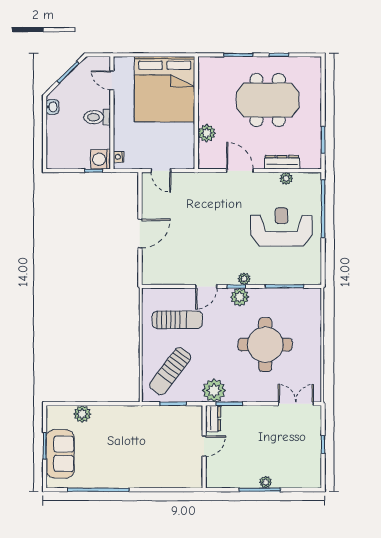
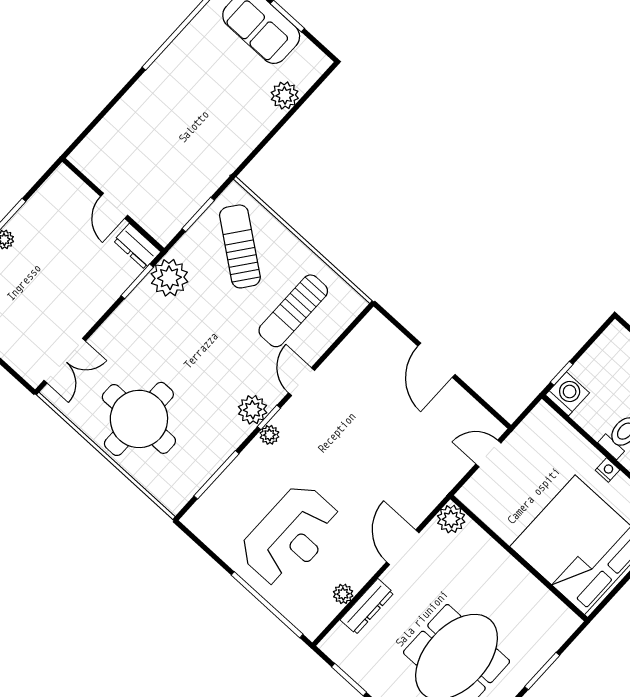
plant: (207, 133) -> (451, 519), moved
nightstand: (119, 157) -> (608, 470), moved
door: (240, 171) -> (403, 547), swing flipped
round table: (265, 345) -> (139, 419), moved

